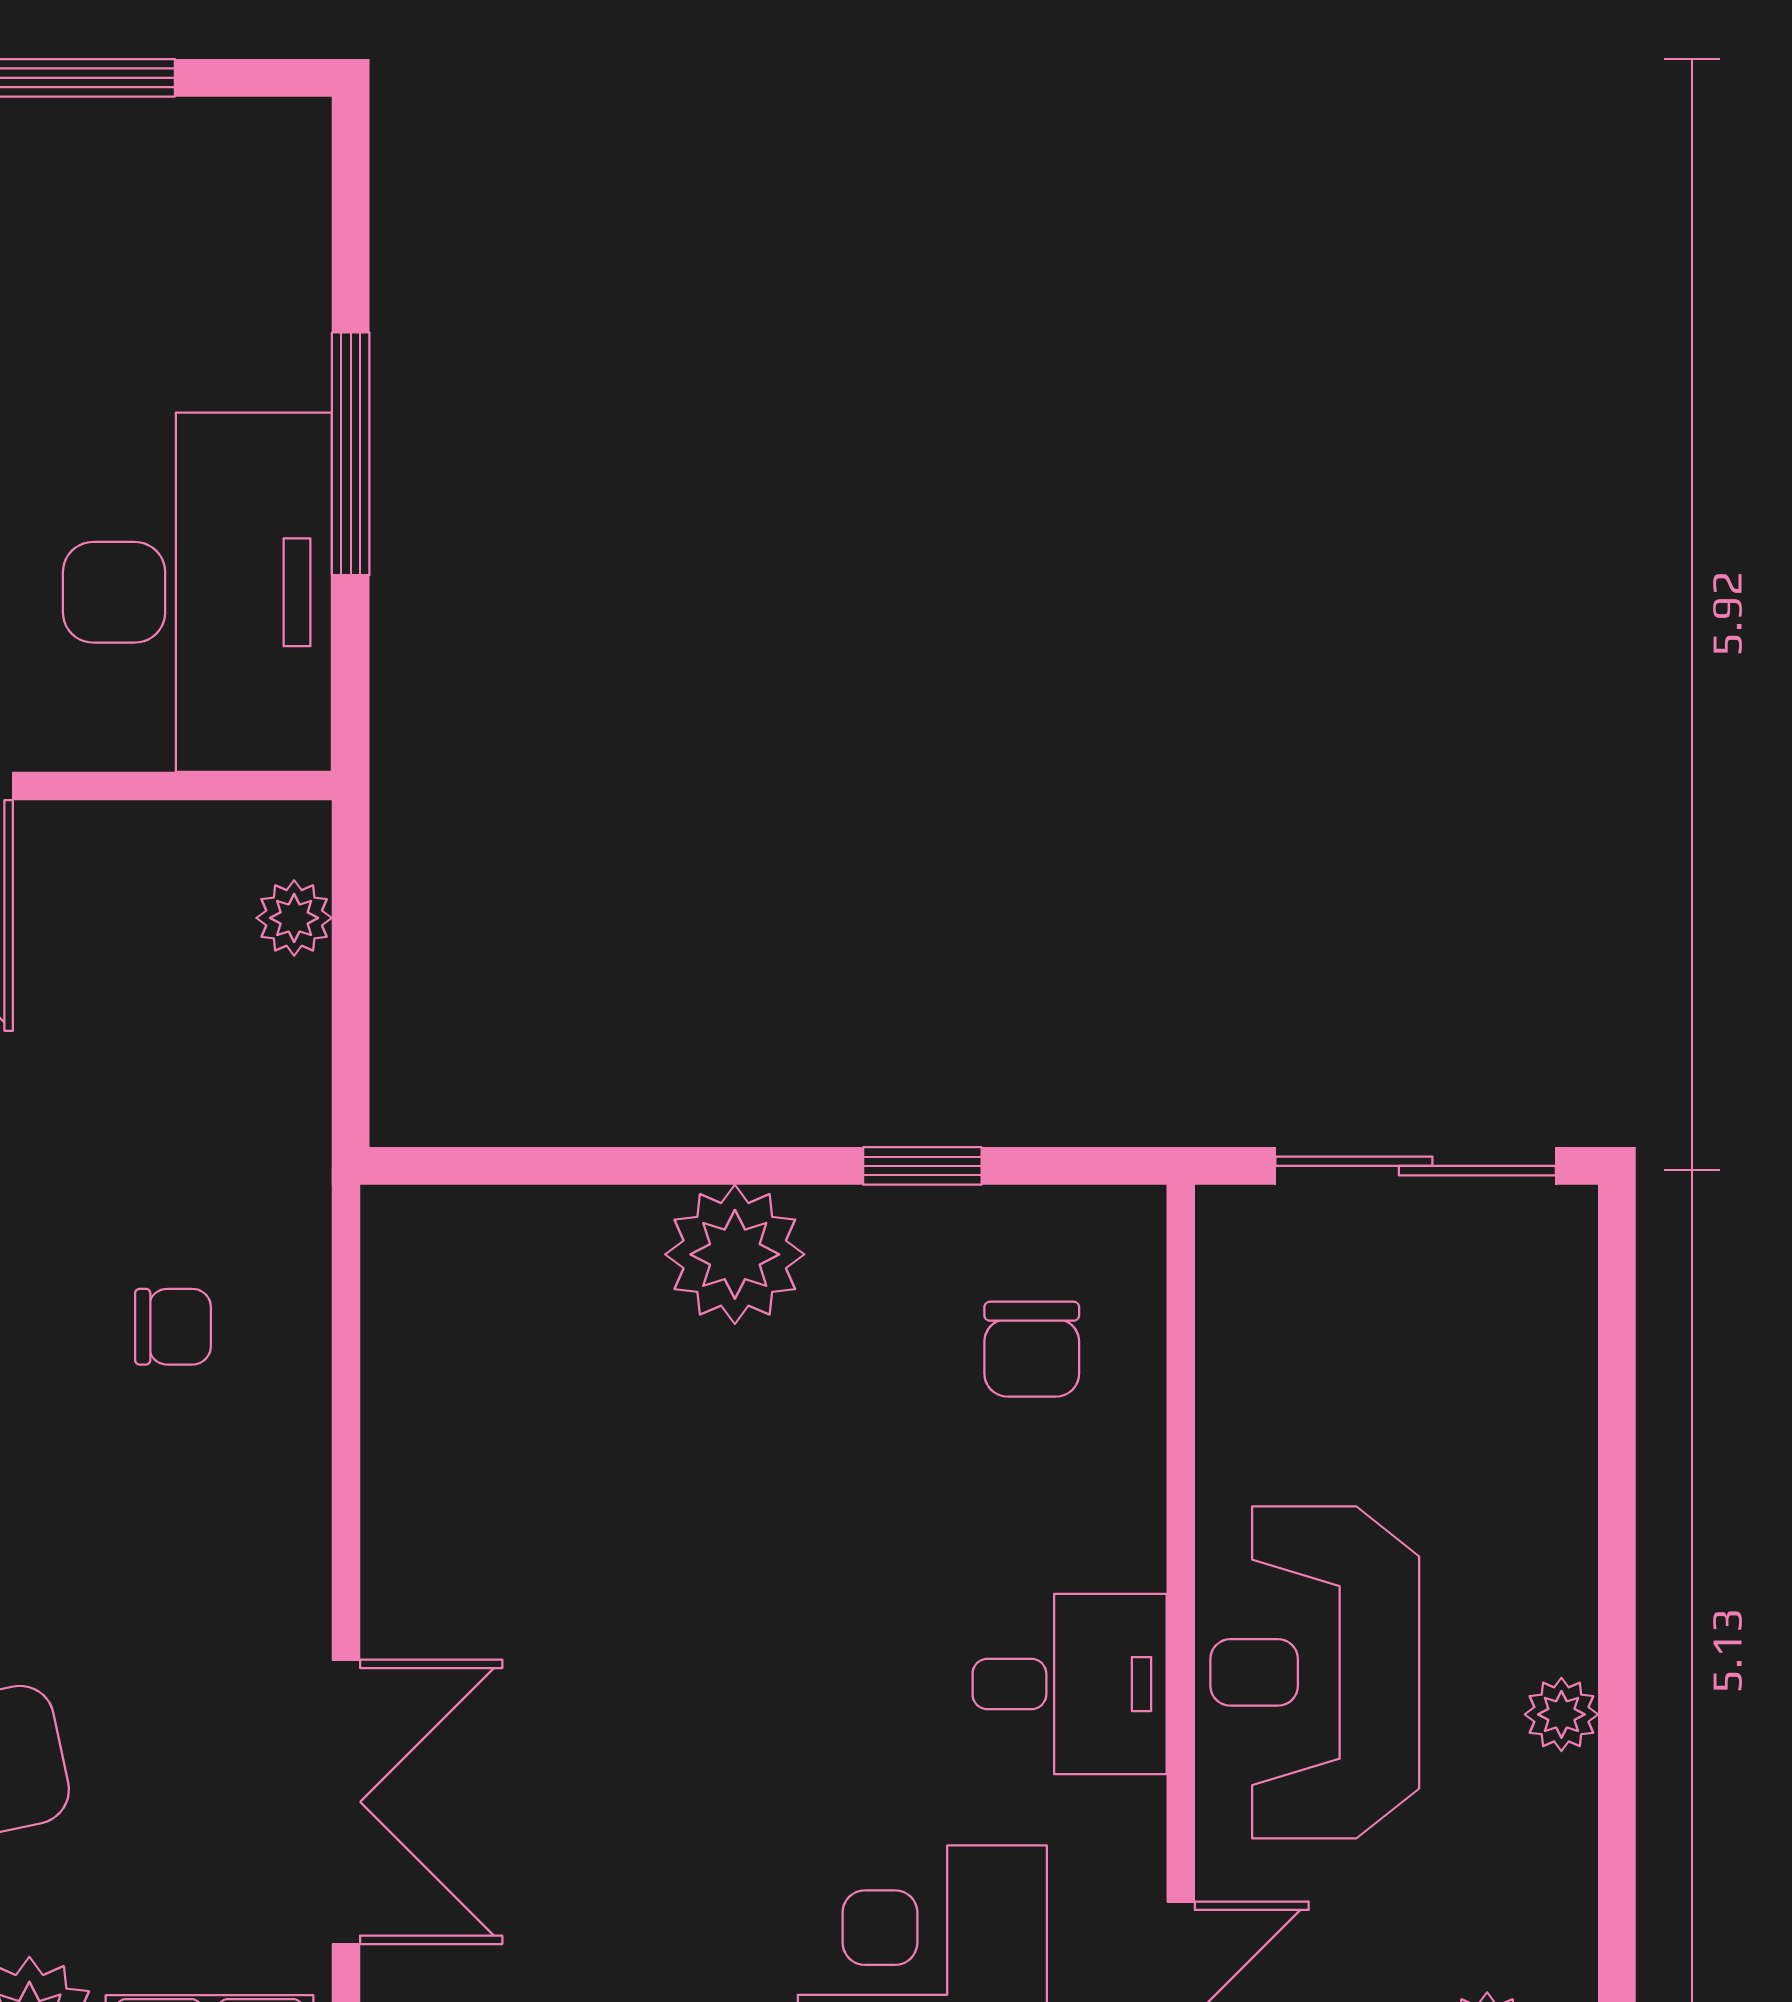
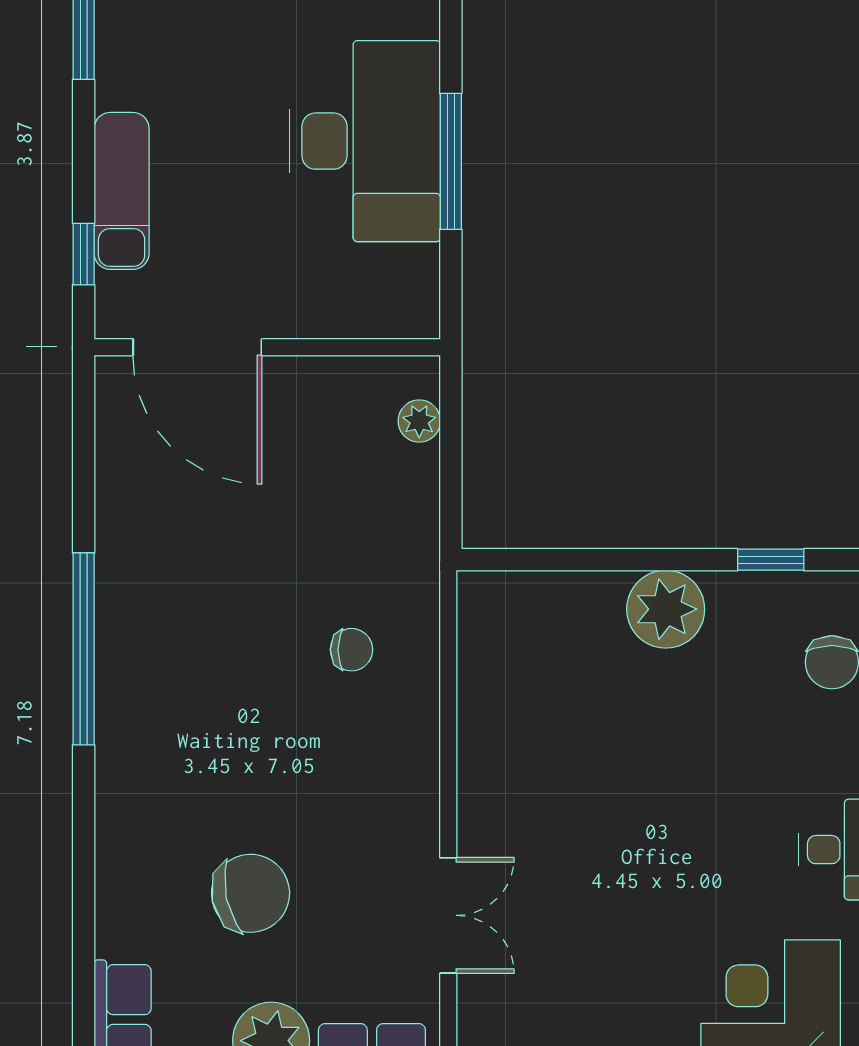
desk: (197, 592) -> (365, 141), moved
double door: (346, 1802) -> (448, 915), width x0.73

